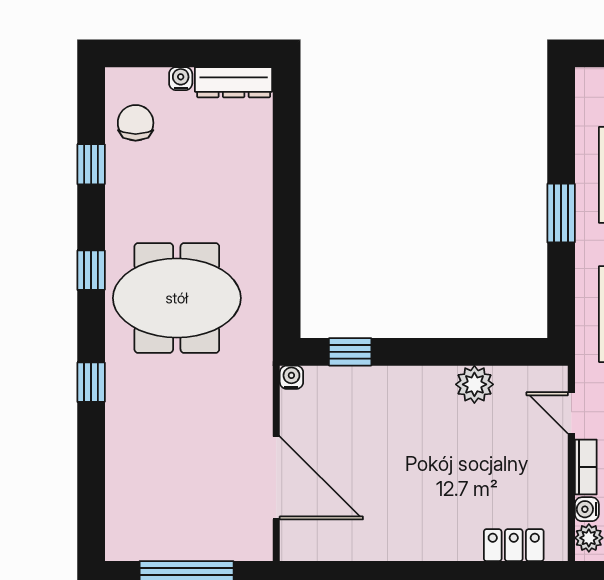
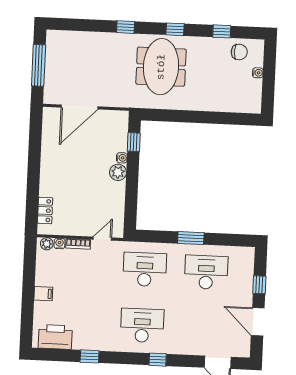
dresser: (234, 82) -> (255, 96), removed
water cooler: (291, 377) -> (122, 158), moved
plant: (474, 384) -> (118, 172), moved

